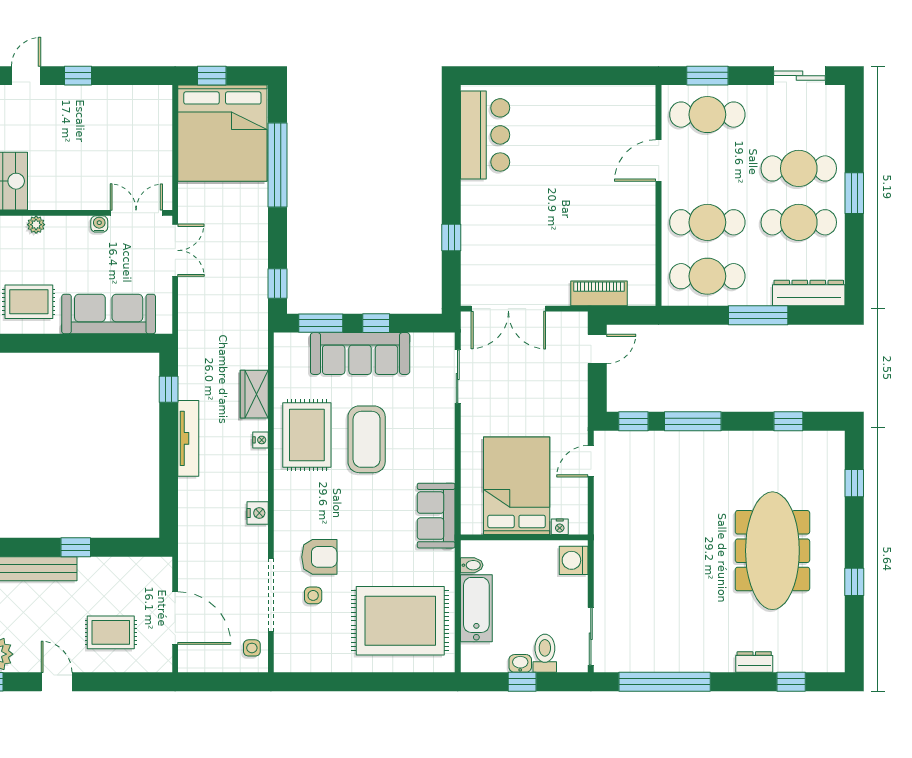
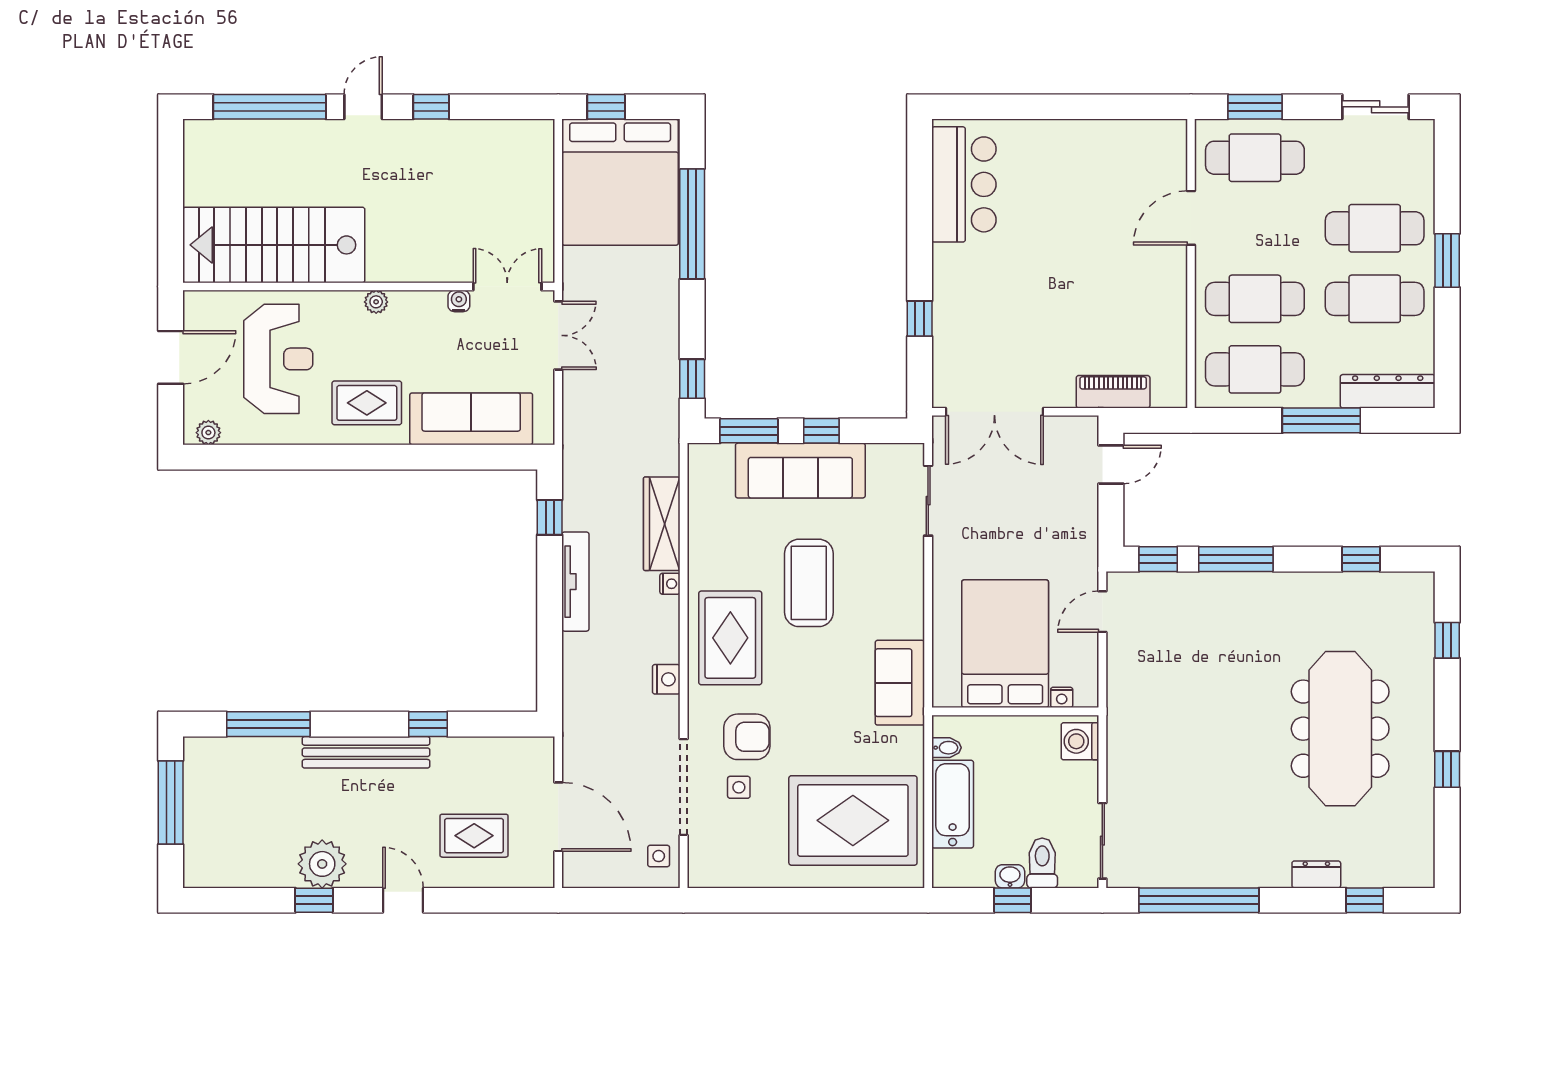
wardrobe: (254, 394) -> (662, 524), width x1.50
rug: (307, 435) -> (730, 638), moved

